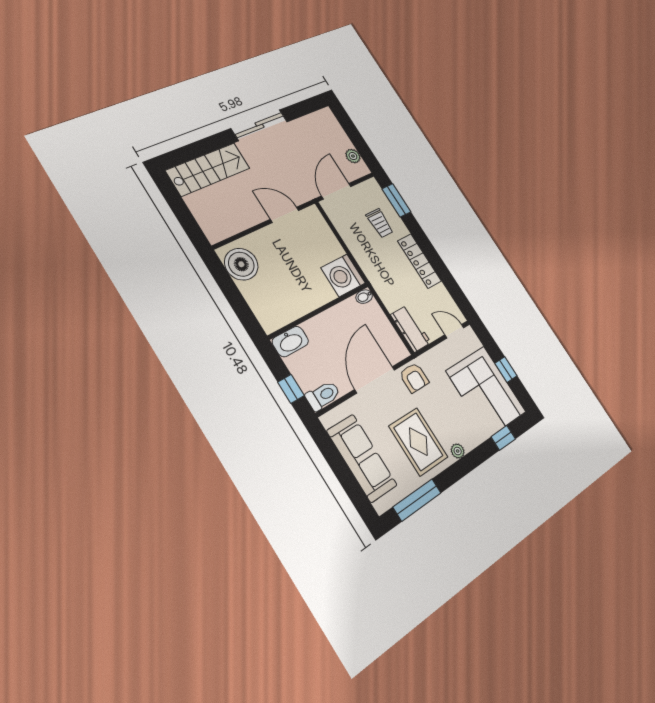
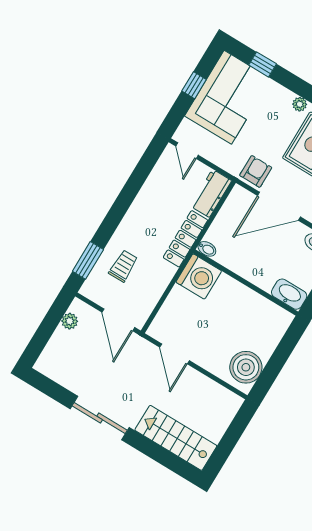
door: (336, 191) -> (118, 320), hinge flipped
locker: (419, 261) -> (185, 239), moved, turned 180

